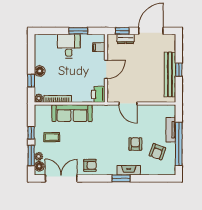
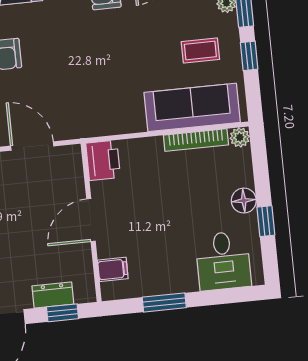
desk: (69, 46) -> (223, 261), moved
window: (31, 81) -> (266, 221), moved
sofa: (72, 113) -> (192, 107), moved

